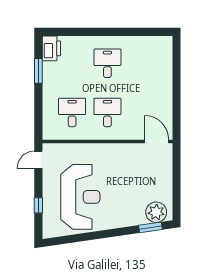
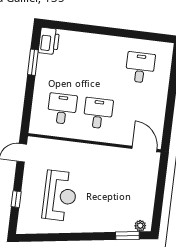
desk: (107, 63) -> (140, 67), moved
reception desk: (80, 197) -> (60, 196), width x0.74, depth x0.77
plant: (156, 212) -> (140, 226), width x0.53, depth x0.53

